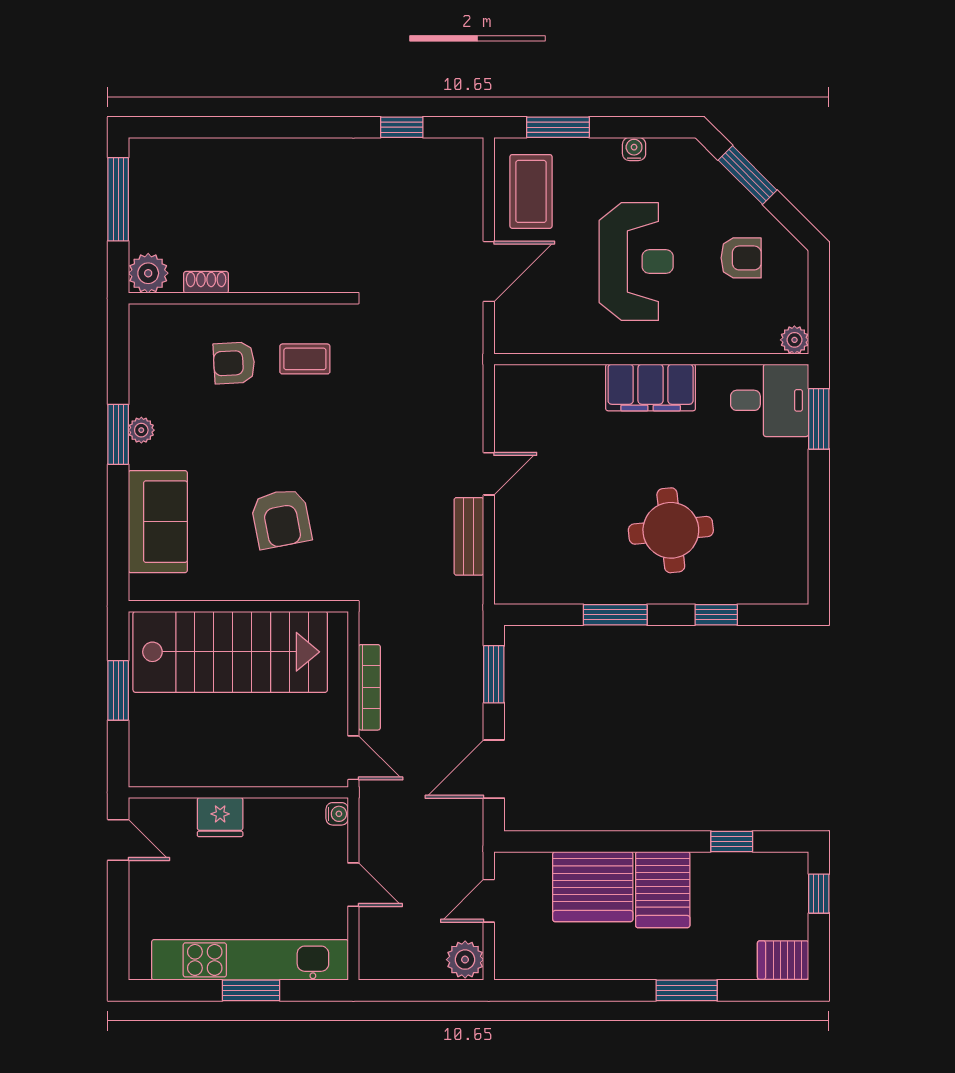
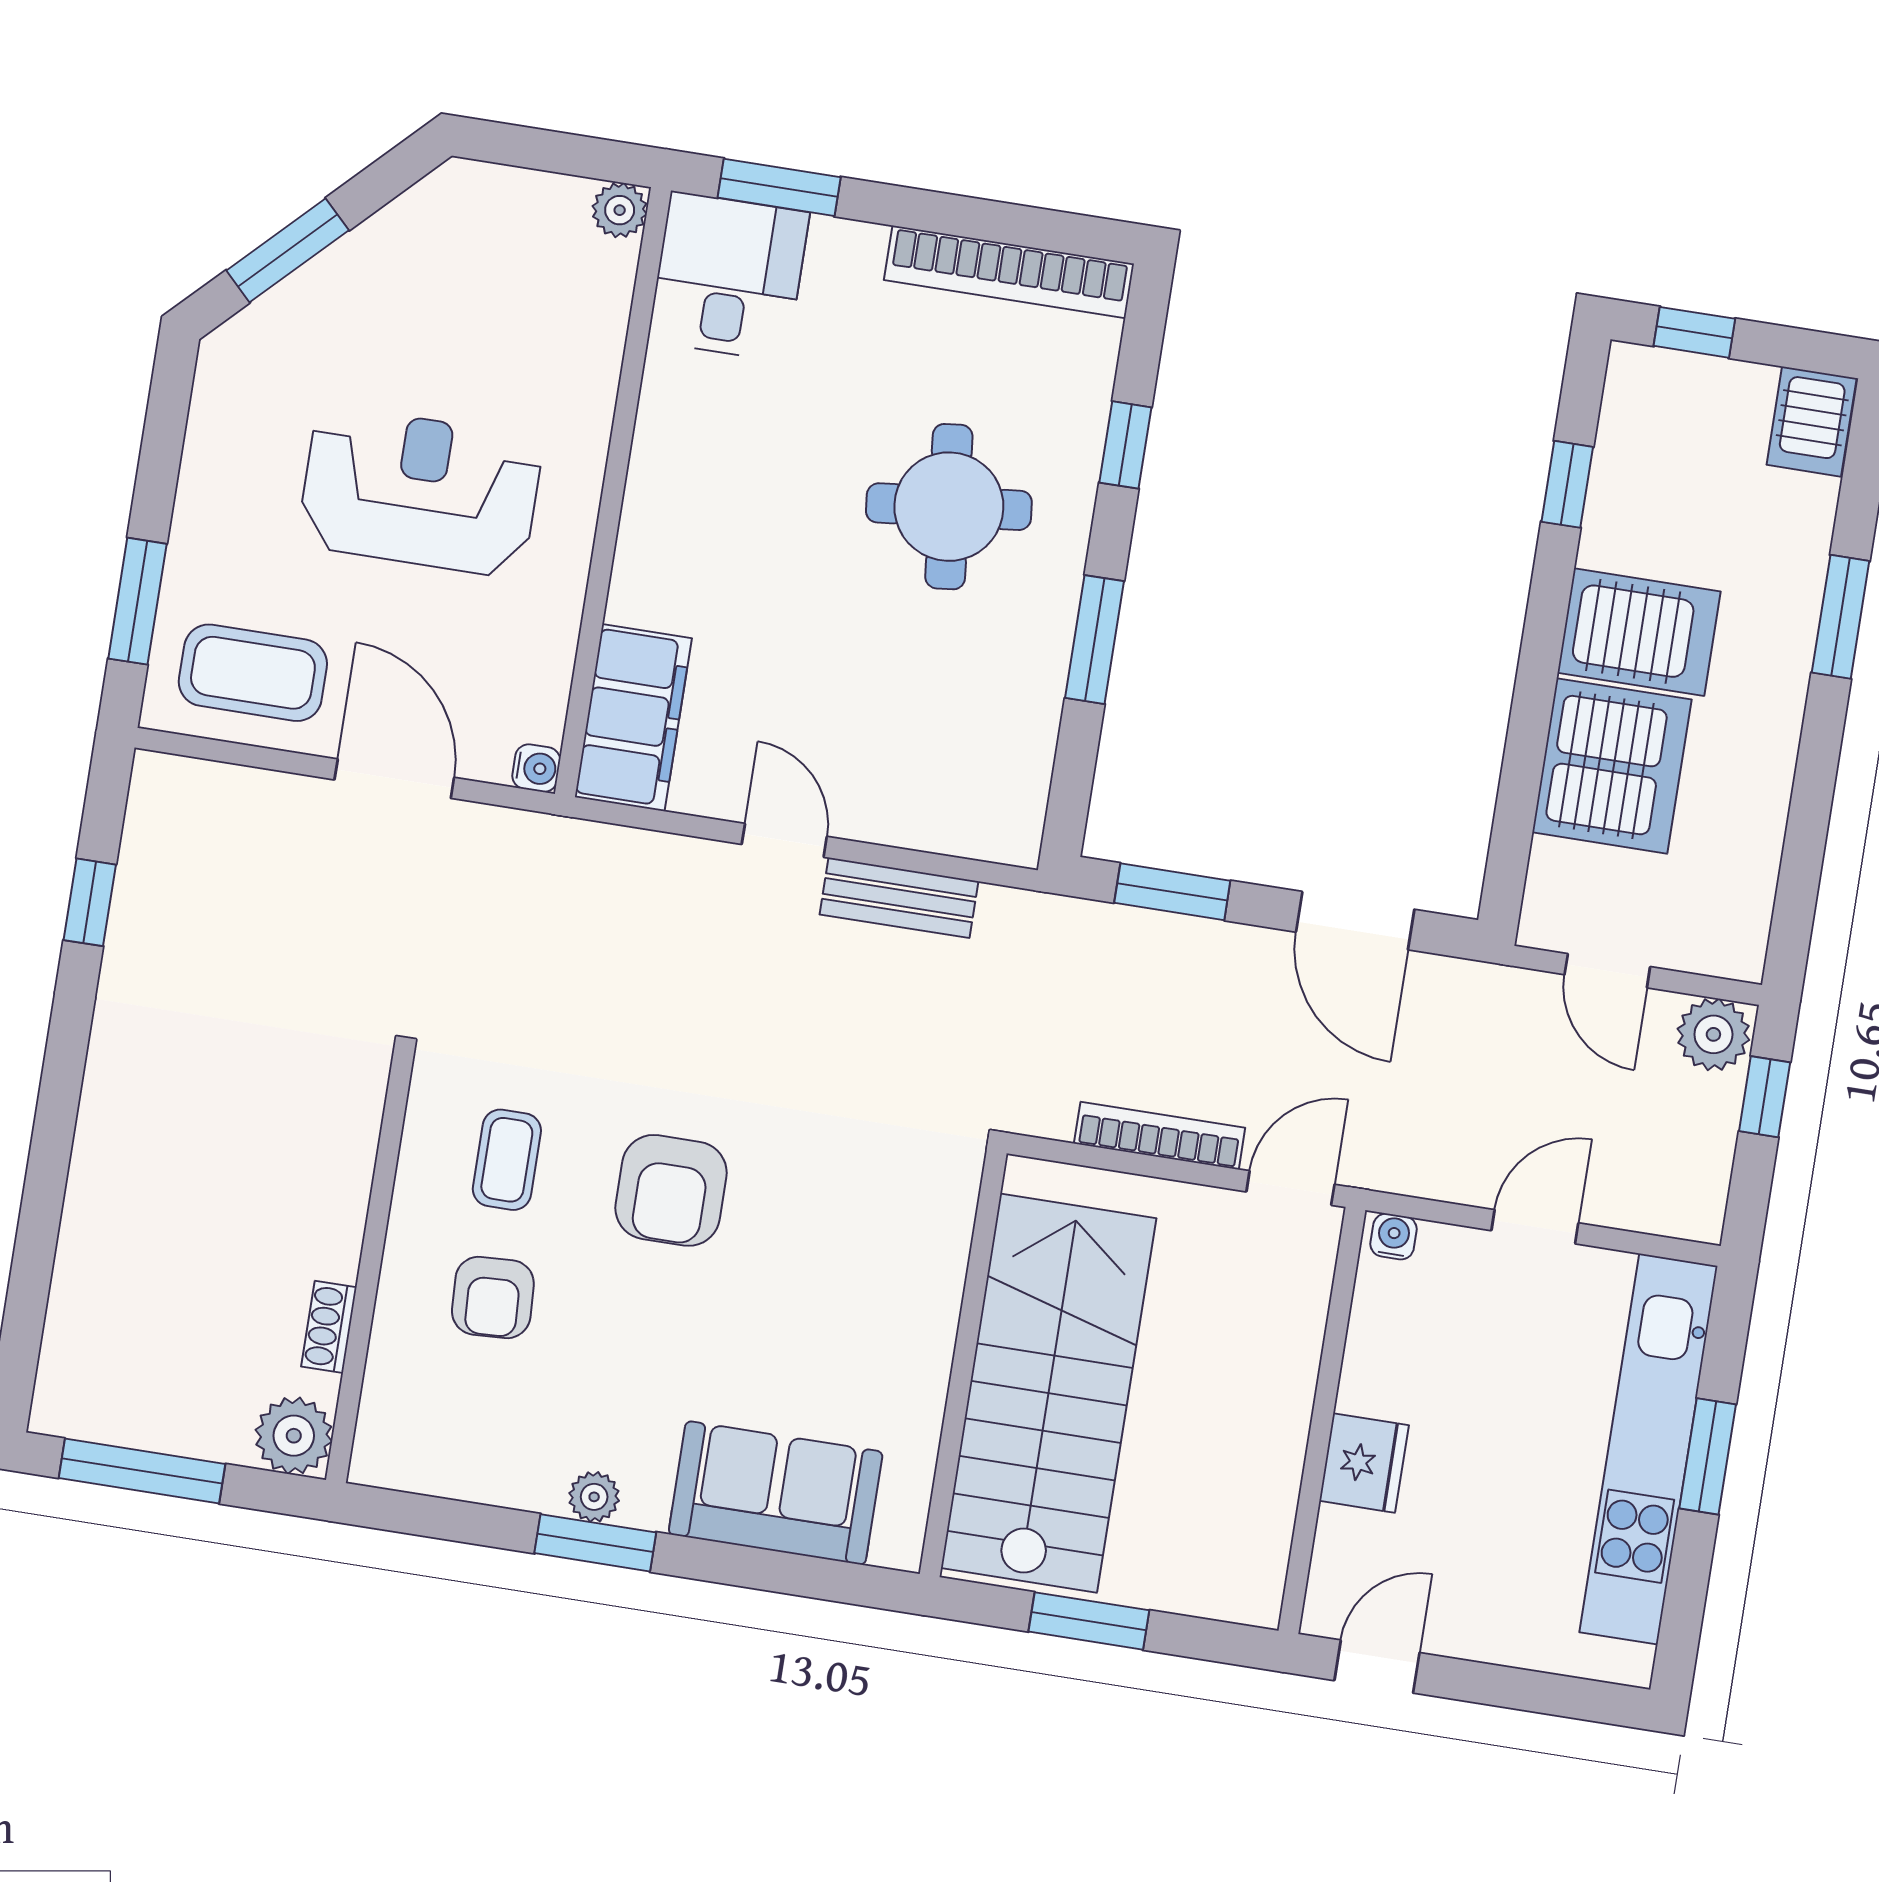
water cooler: (634, 149) -> (536, 768), moved, turned 180
armchair: (741, 258) -> (445, 288), removed
filing cabinet: (651, 387) -> (633, 718), moved
armchair: (281, 519) -> (671, 1190), moved, turned 101
bookcase: (794, 542) -> (1009, 272), added
window: (438, 990) -> (1765, 1097), added

